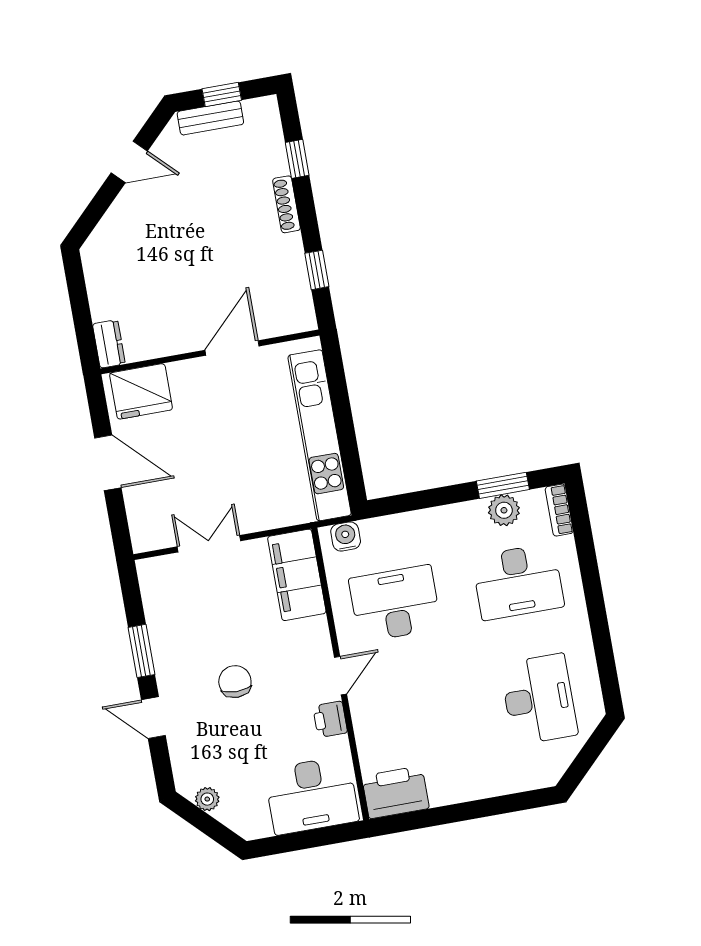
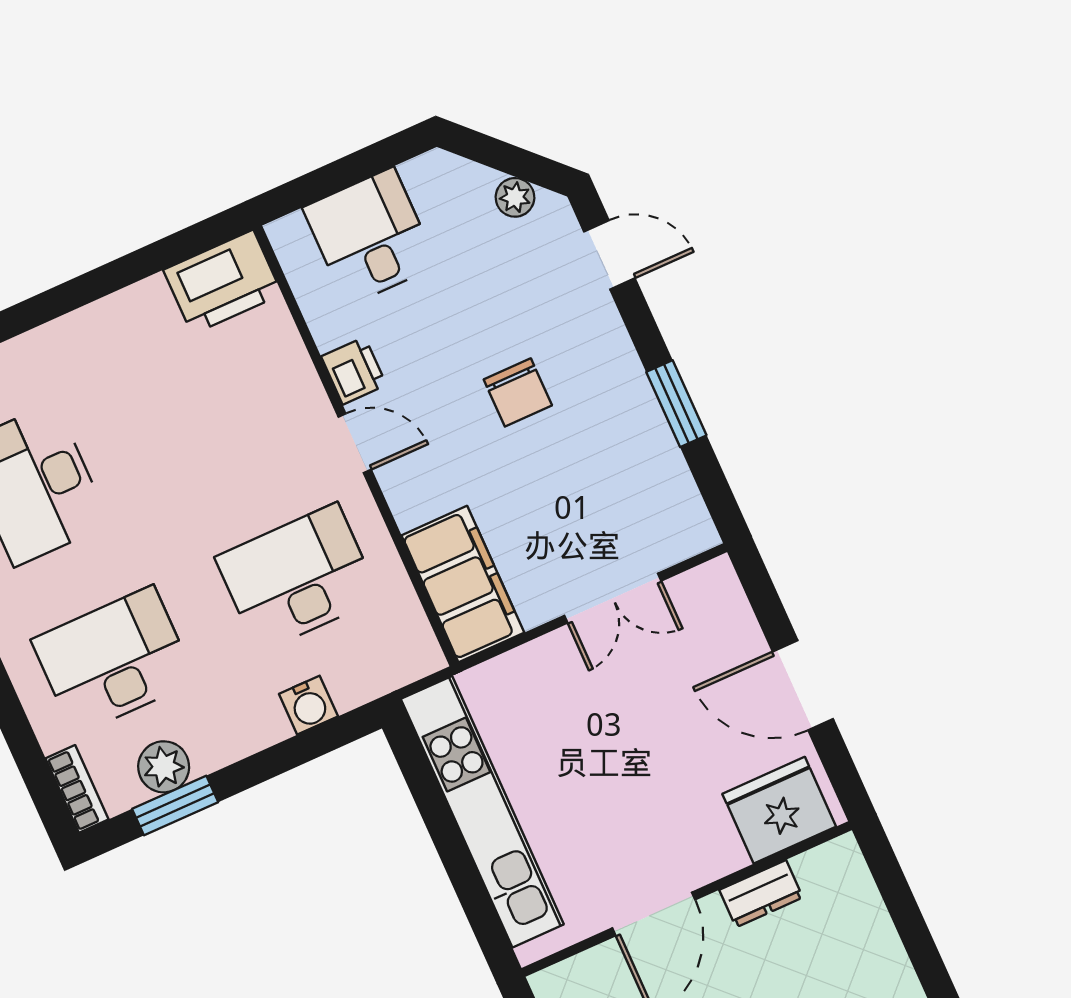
dresser: (109, 344) -> (761, 894), moved, turned -90
water cooler: (346, 537) -> (308, 705), moved
desk: (395, 604) -> (298, 578), turned 180
door: (341, 676) -> (355, 443), swing flipped
door: (153, 718) -> (609, 255), moved
desk: (312, 795) -> (370, 237), width x0.73

